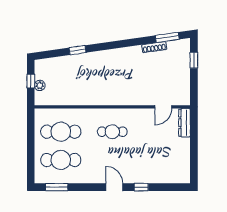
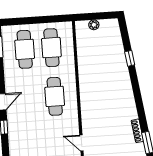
window: (31, 81) -> (98, 16), removed
cafe table: (112, 132) -> (55, 96), width x1.37, depth x1.35

